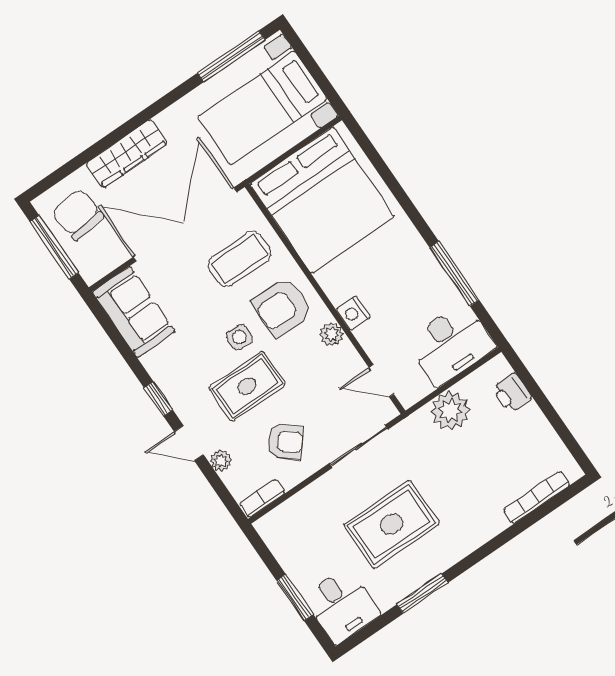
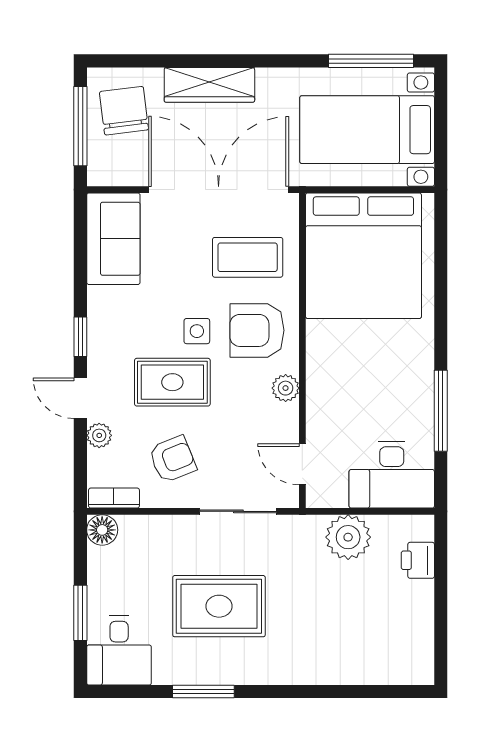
nightstand: (353, 313) -> (320, 382), removed
armchair: (285, 441) -> (173, 459), turned -62
bookcase: (537, 497) -> (373, 675), removed
floor lamp: (270, 527) -> (102, 530), added

